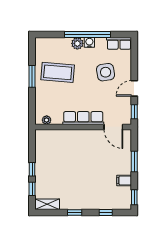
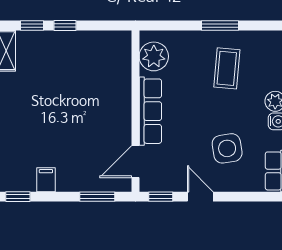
coffee table: (58, 72) -> (227, 68), width x0.73, depth x0.76
plant: (47, 120) -> (154, 56), width x1.87, depth x1.87
window: (134, 162) -> (97, 197), moved

